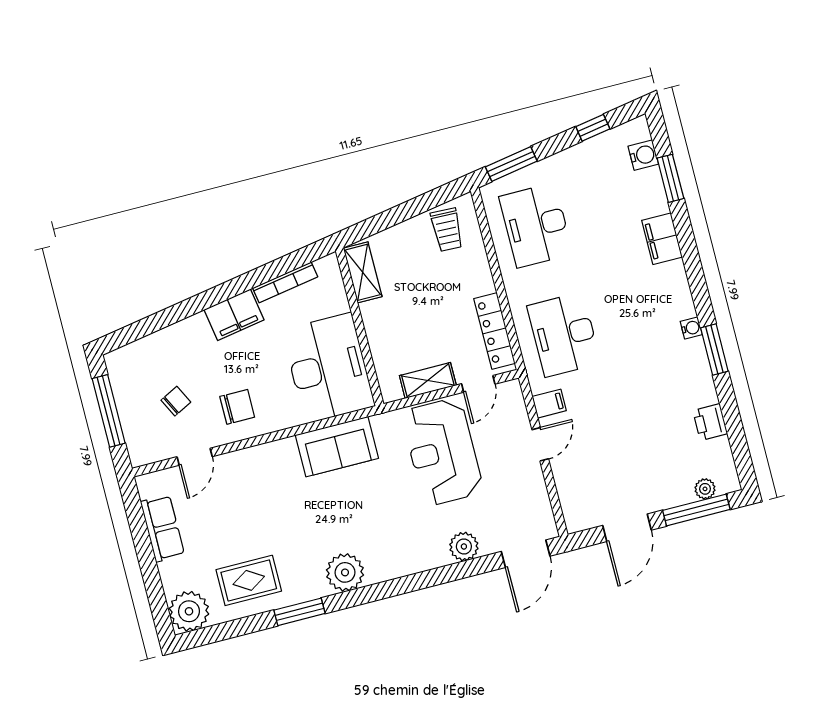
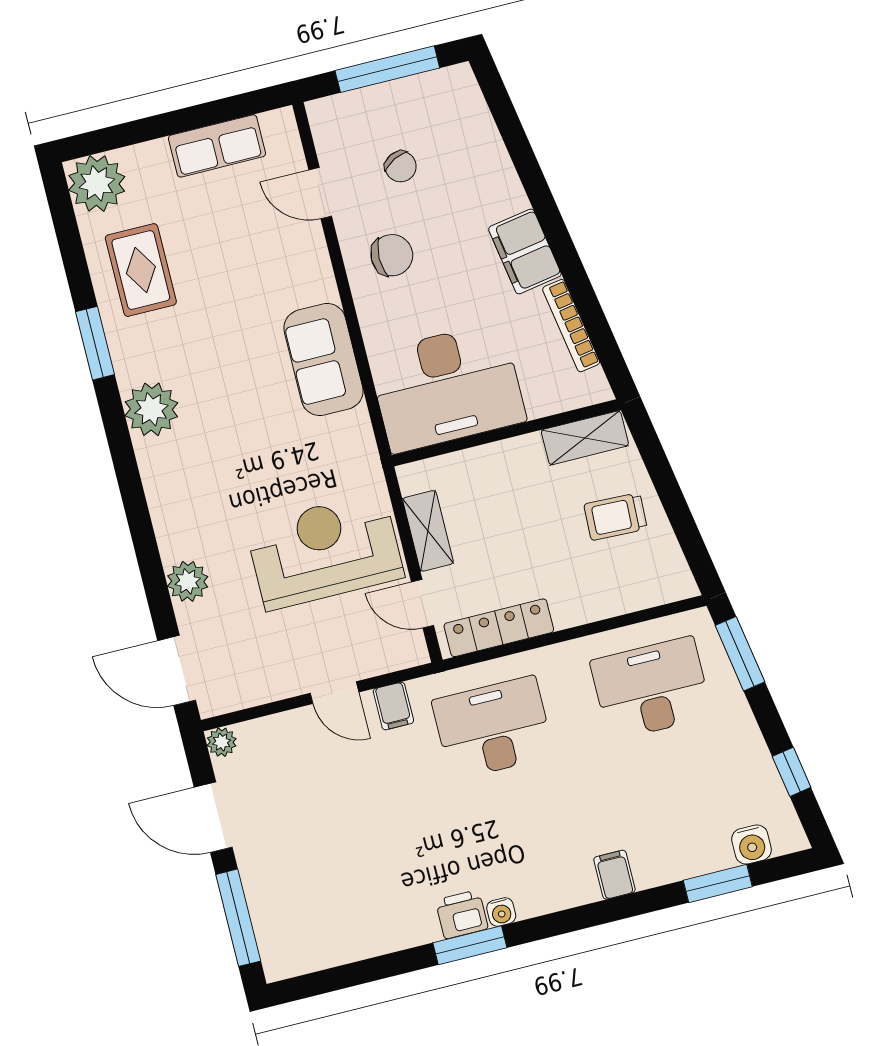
trolley: (447, 230) -> (616, 517), moved
filing cabinet: (662, 239) -> (614, 875), width x0.50
chair: (237, 407) -> (392, 255), turned -90
printer: (710, 422) -> (462, 914), moved
sofa: (337, 447) -> (323, 360), moved
plant: (705, 489) -> (222, 742), moved

